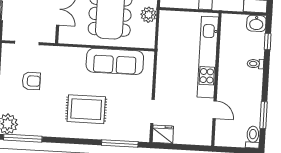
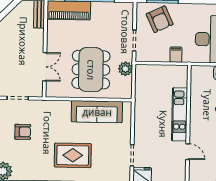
kitchen unit: (208, 57) -> (180, 114), width x0.73

